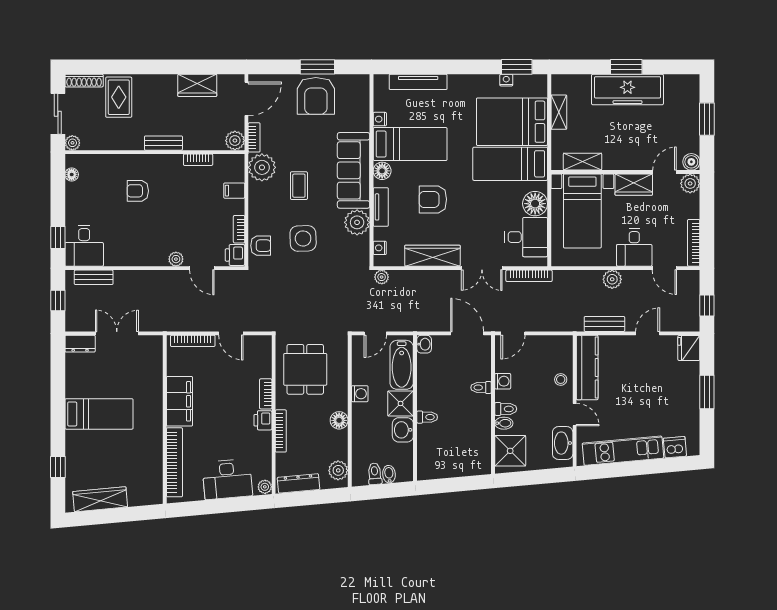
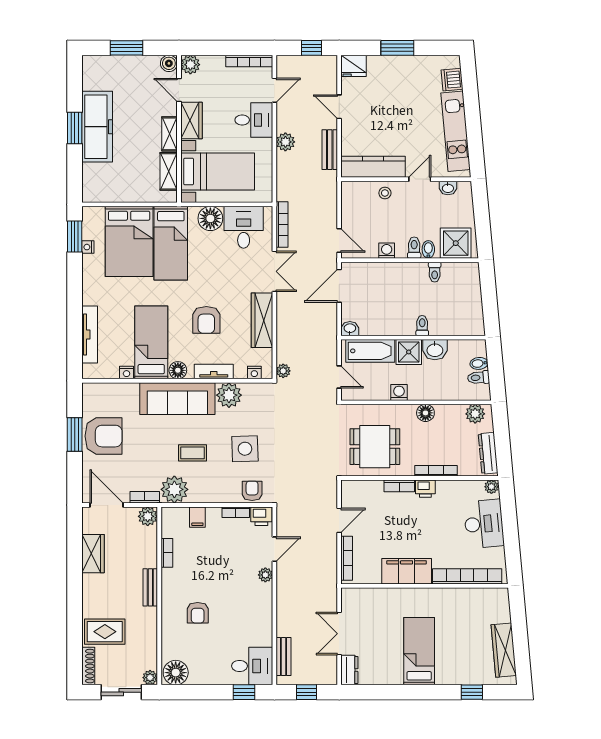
shelving: (559, 112) -> (169, 134), moved, turned 90
floor lamp: (72, 175) -> (176, 673), width x1.89, depth x1.89
toilet: (481, 388) -> (435, 272), moved
washbasin: (563, 443) -> (448, 188), width x0.52, depth x0.69

